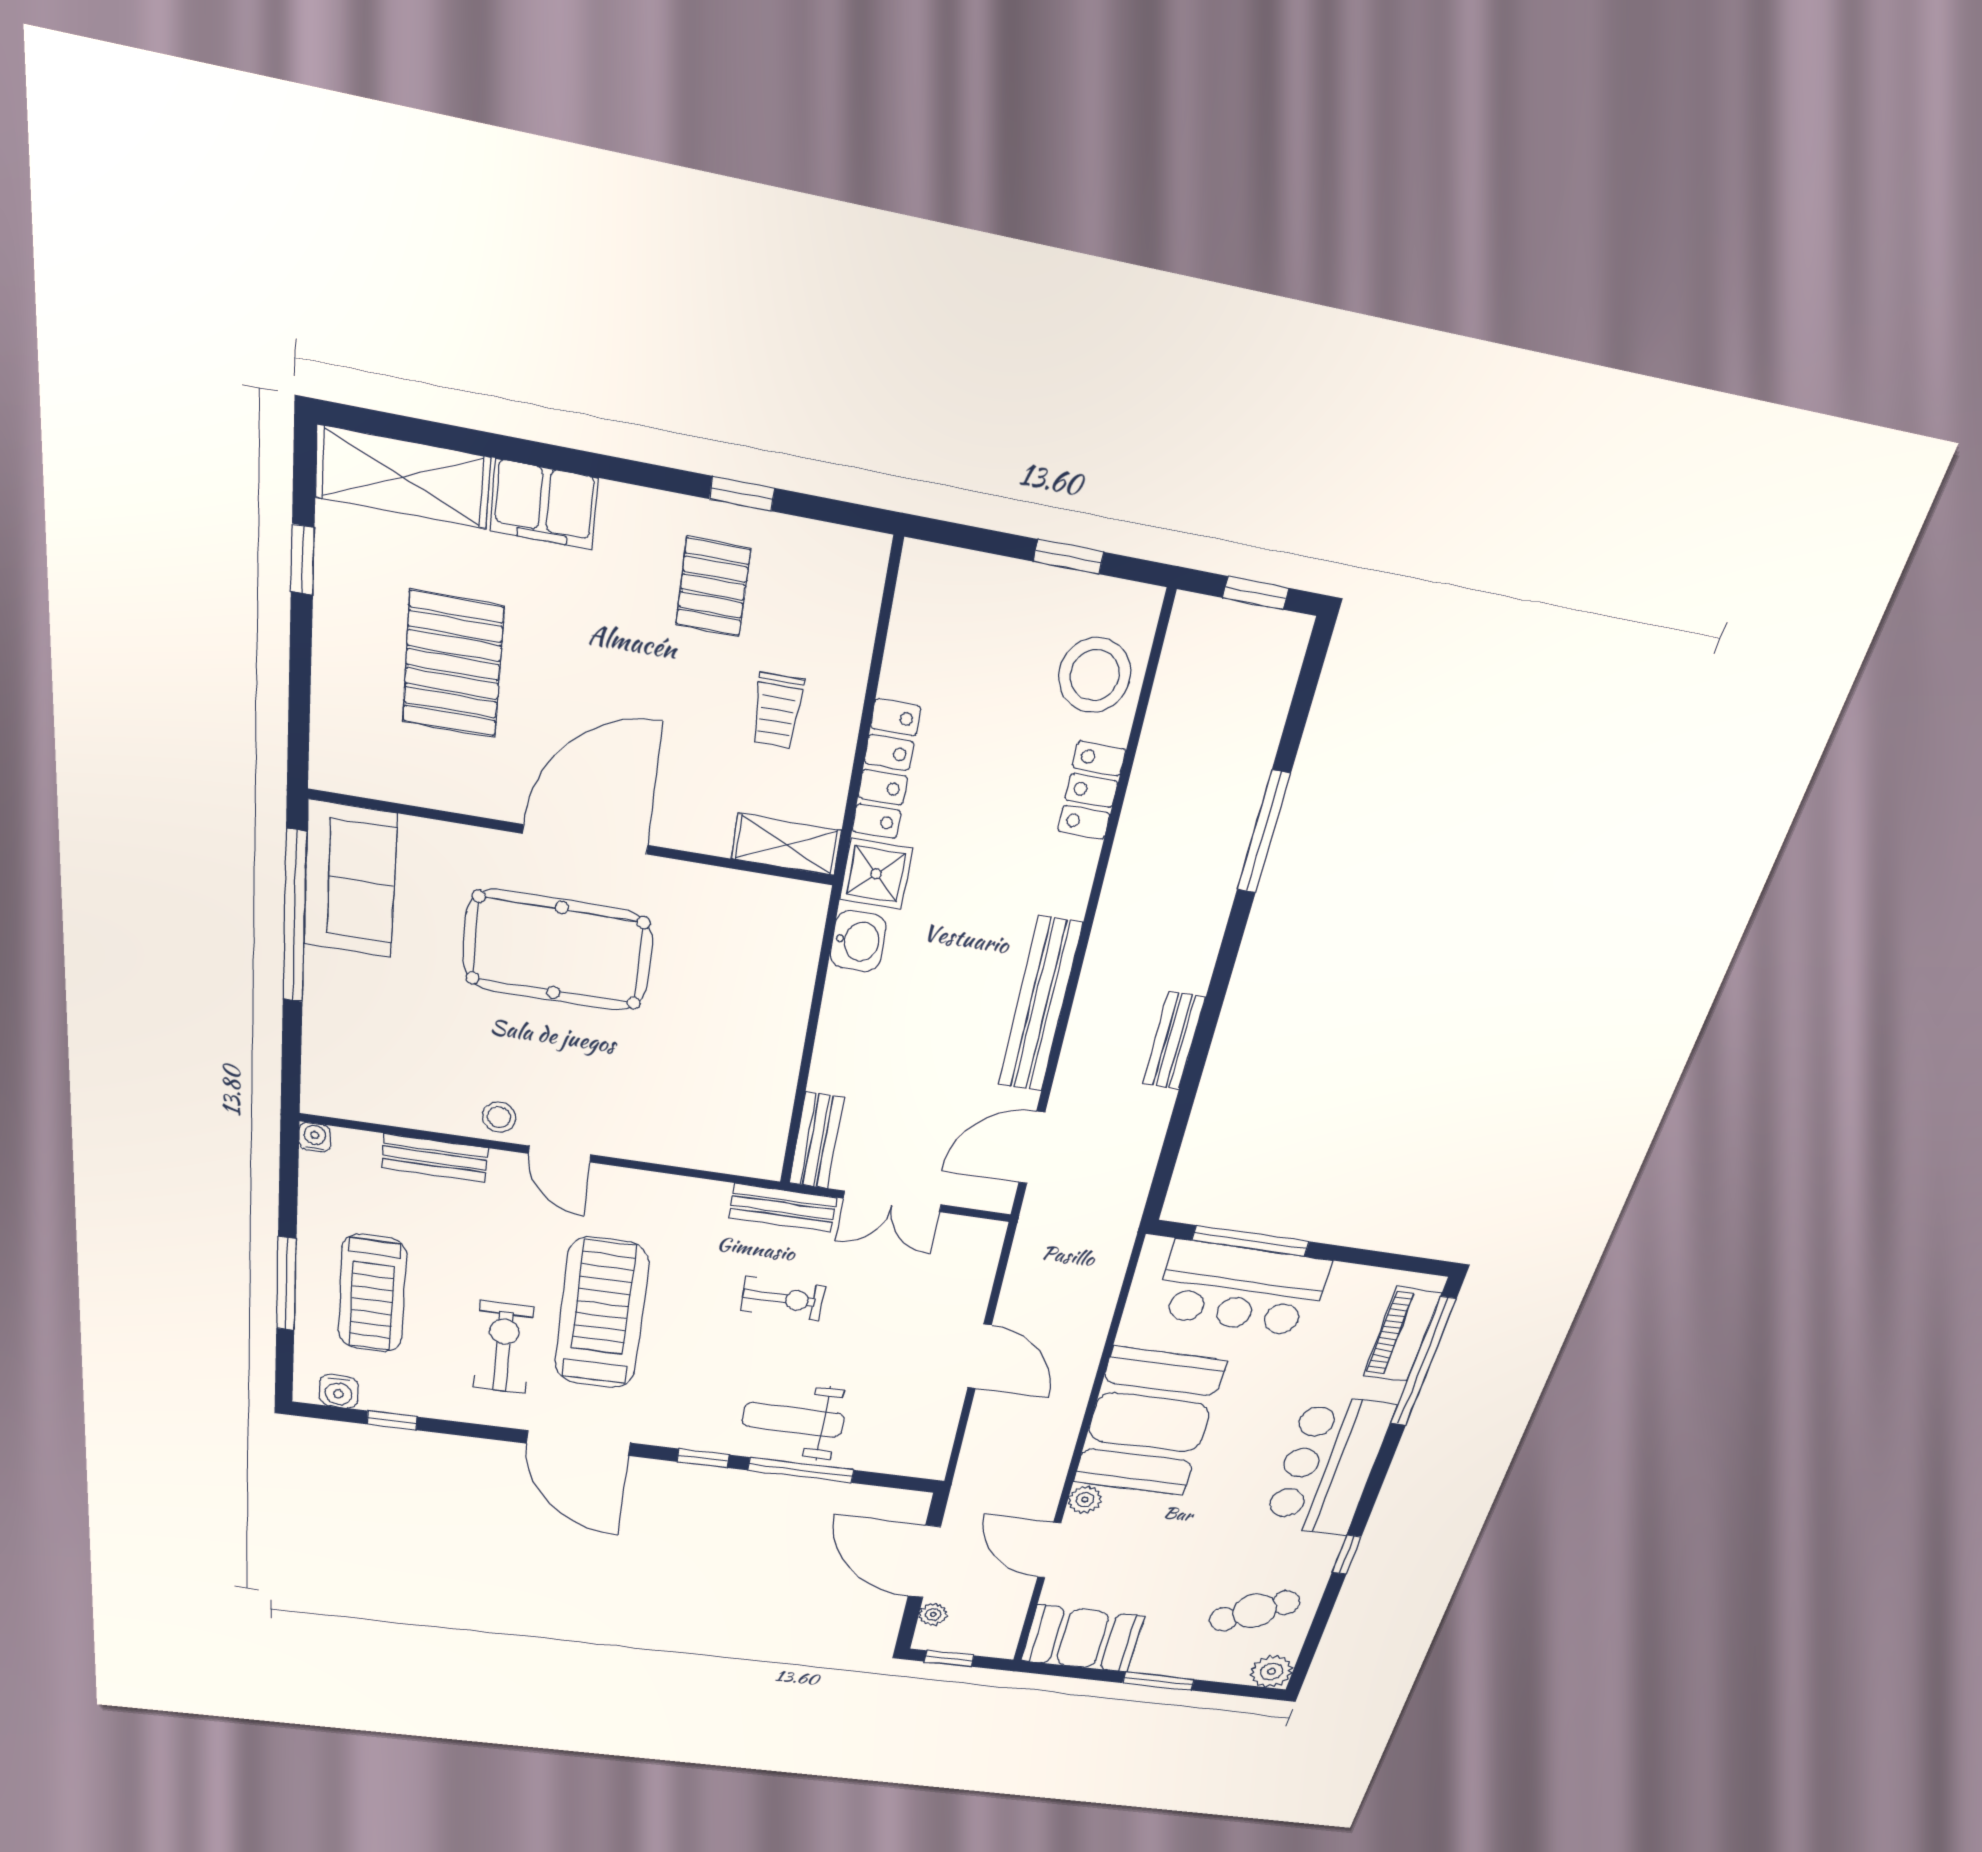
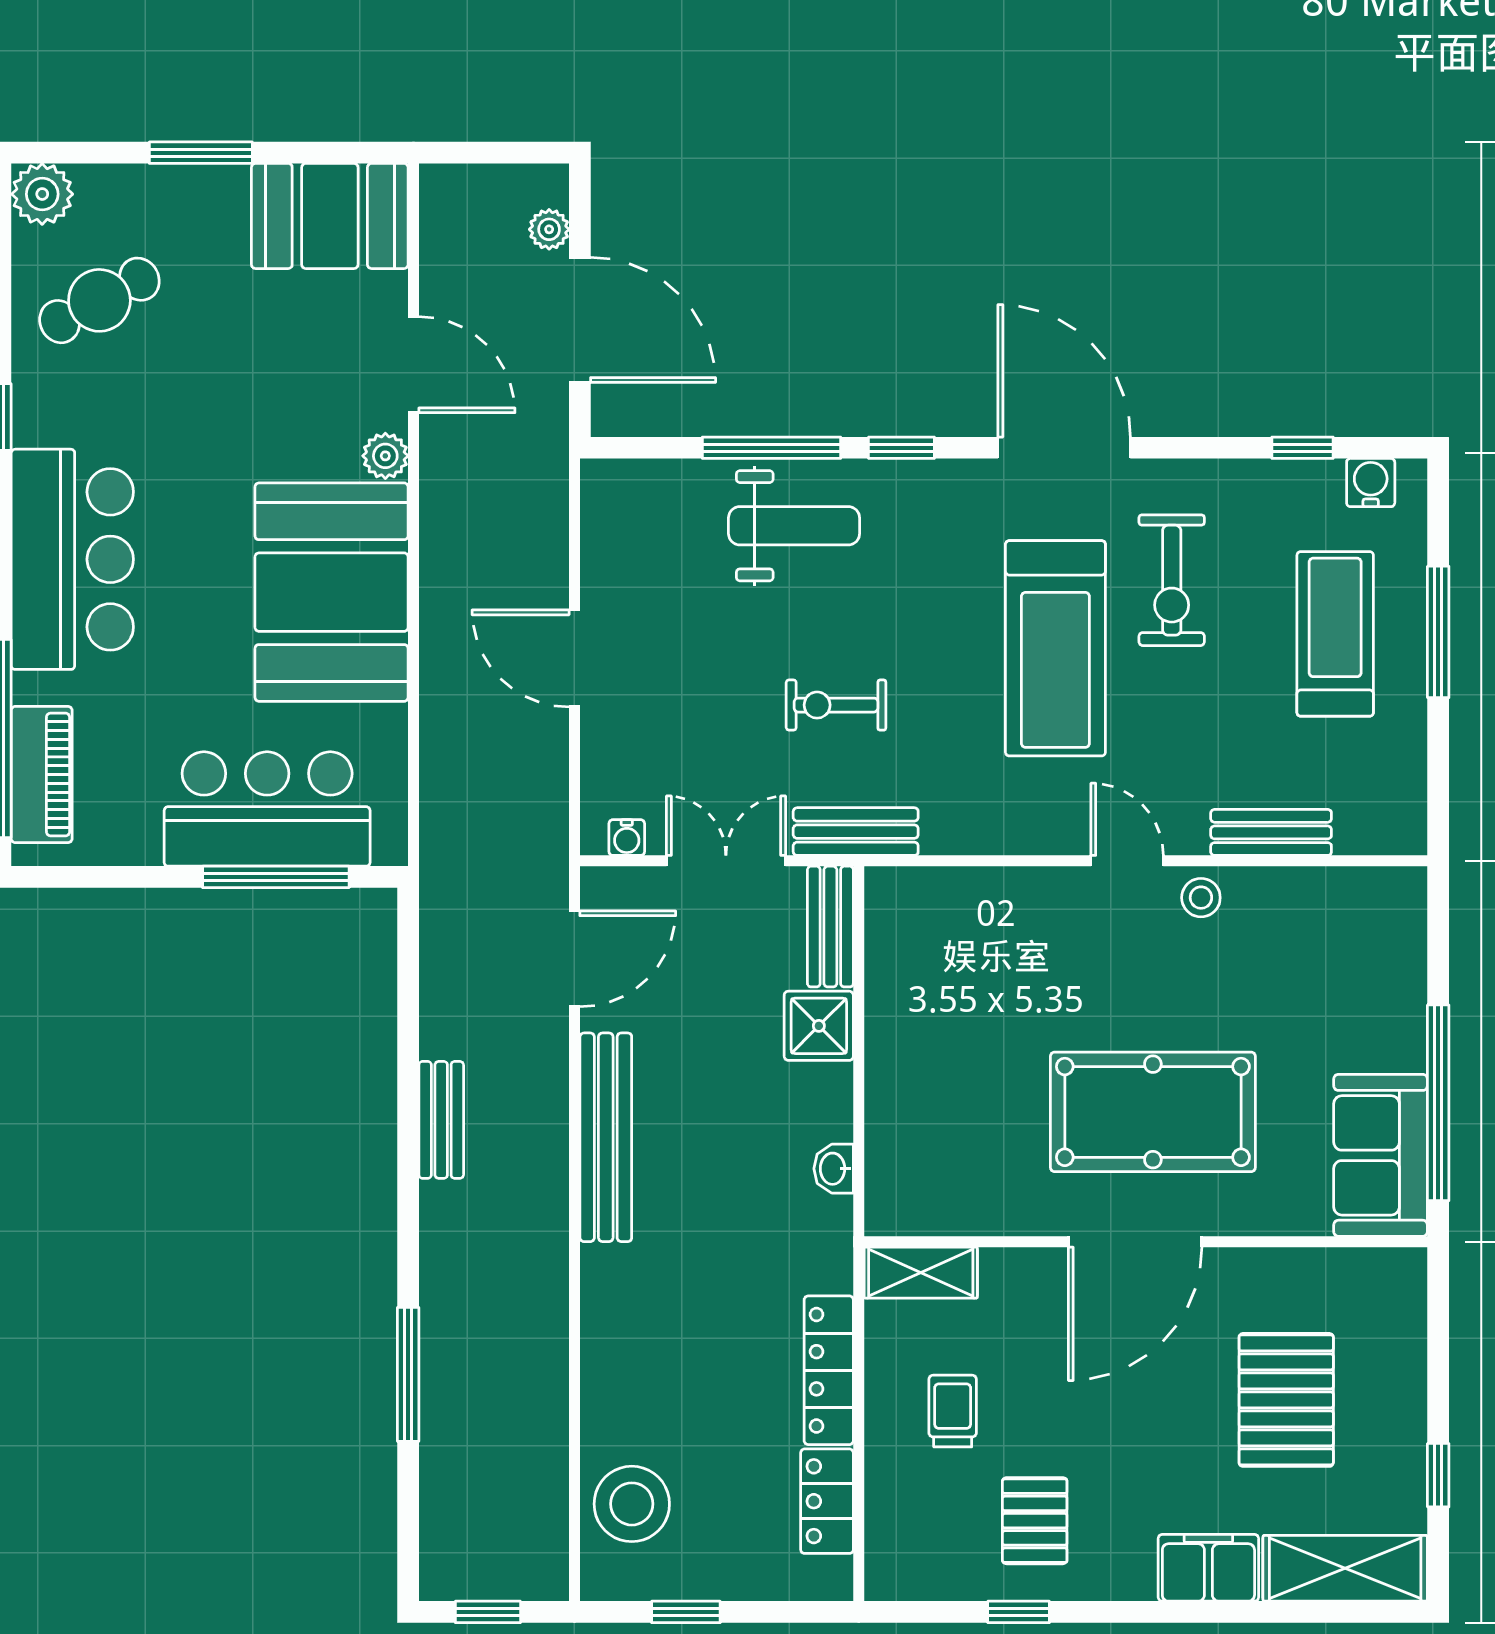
locker: (1091, 791) -> (827, 1501), moved, turned 180
shower: (876, 874) -> (819, 1026), moved
washbasin: (858, 941) -> (834, 1169), width x0.72, depth x0.69
water cooler: (315, 1137) -> (627, 838), moved
window: (949, 1658) -> (511, 153), removed

